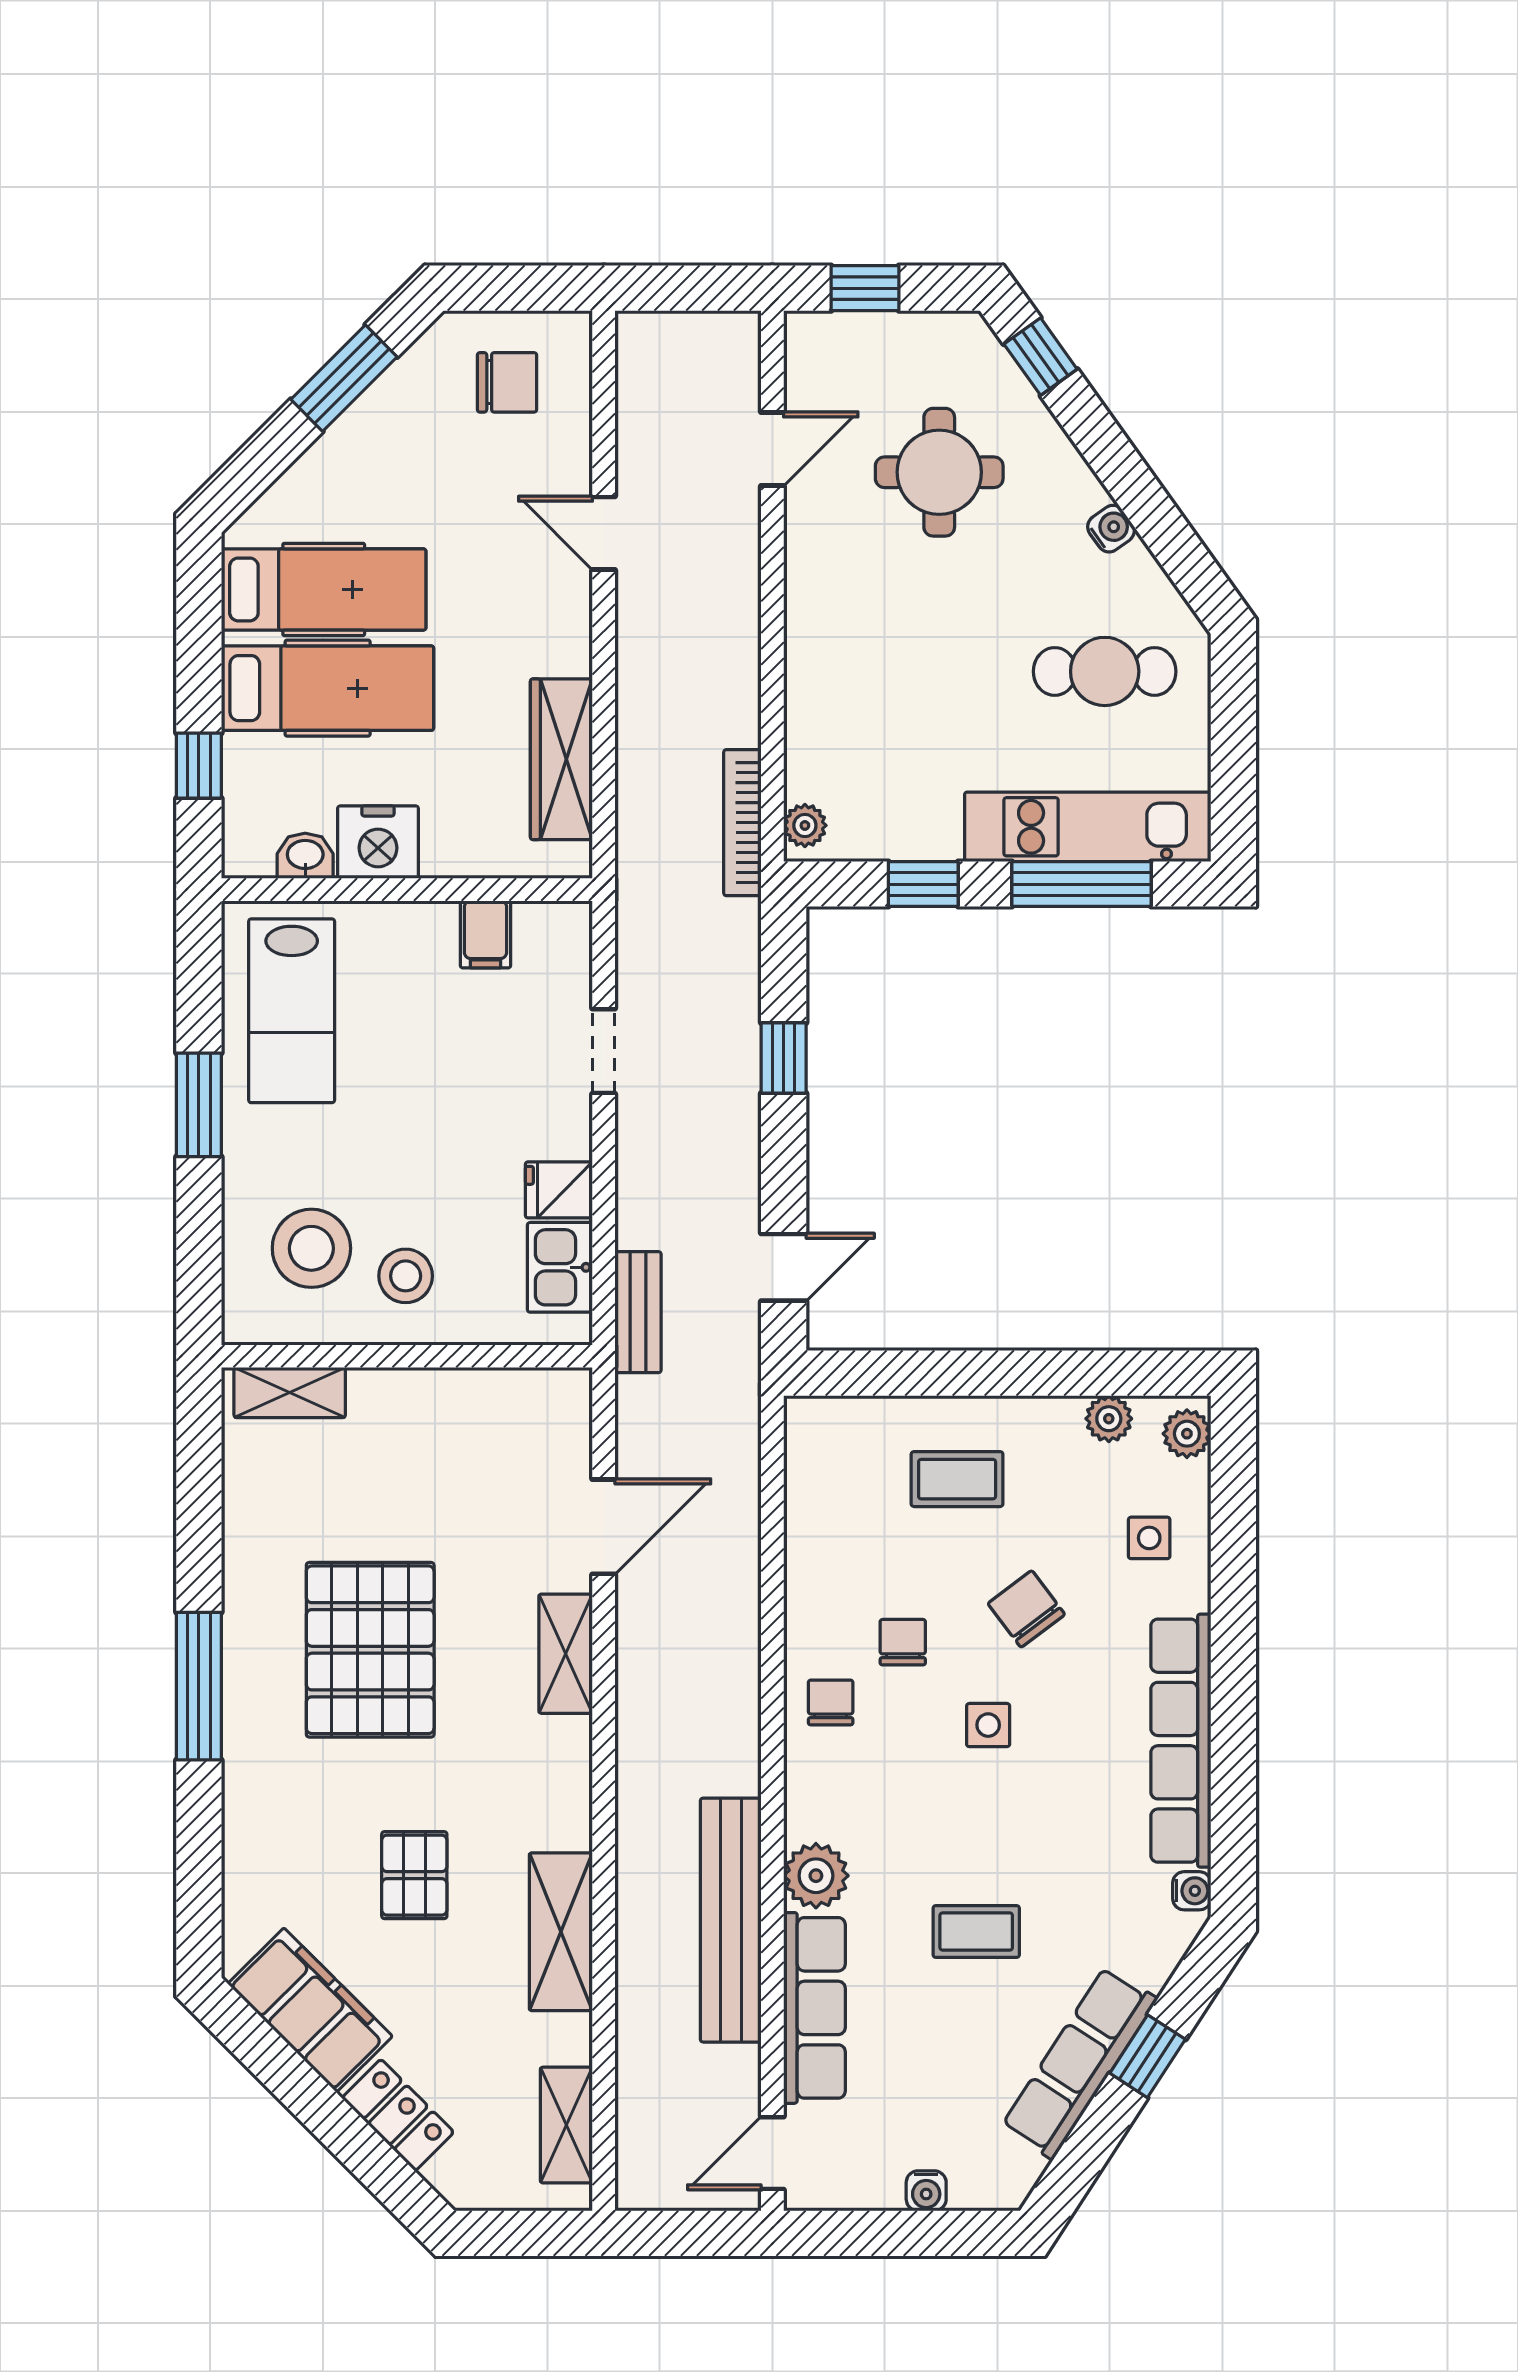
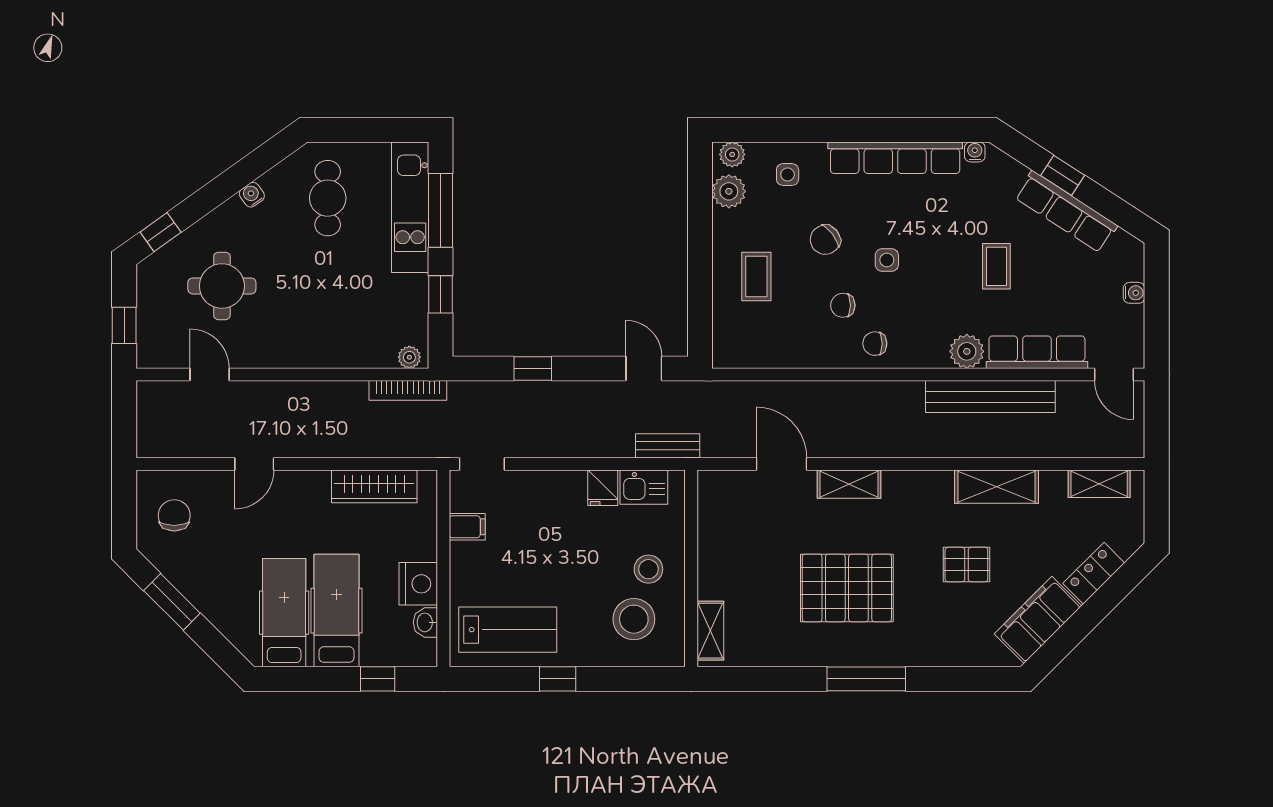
doorway: (604, 1051) -> (482, 464), moved
window: (199, 1105) -> (558, 679), width x0.67
plant: (1109, 1419) -> (729, 191), width x1.38, depth x1.38

